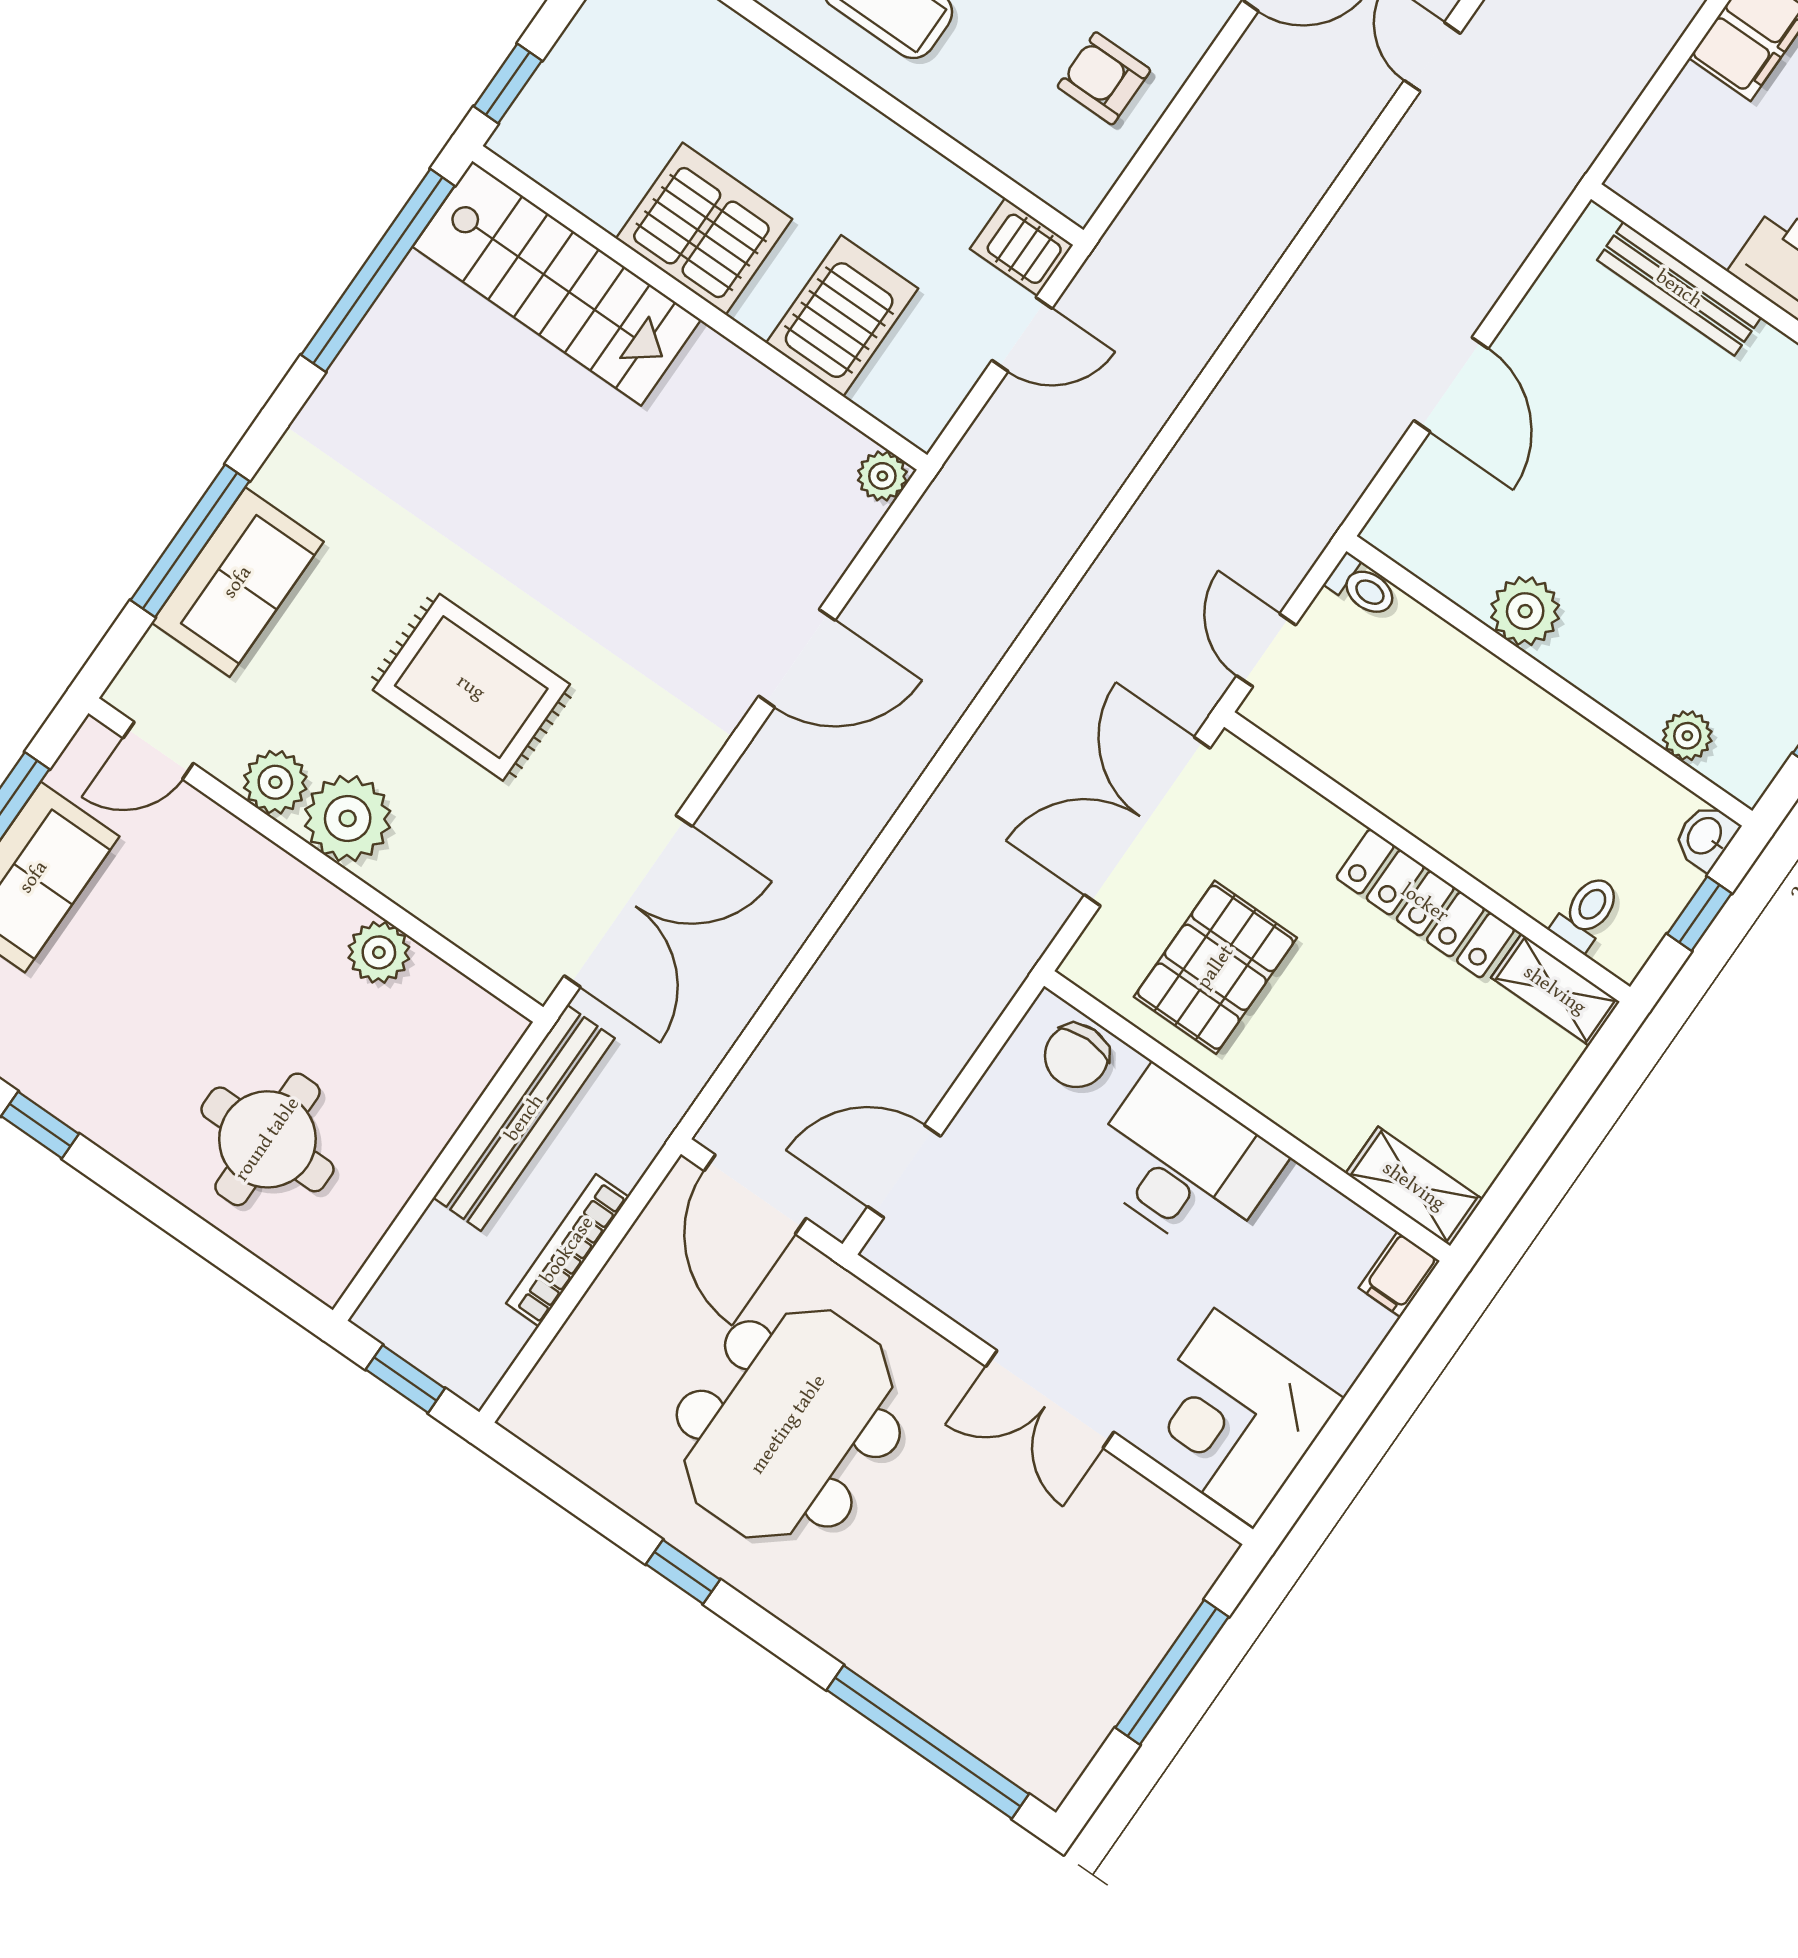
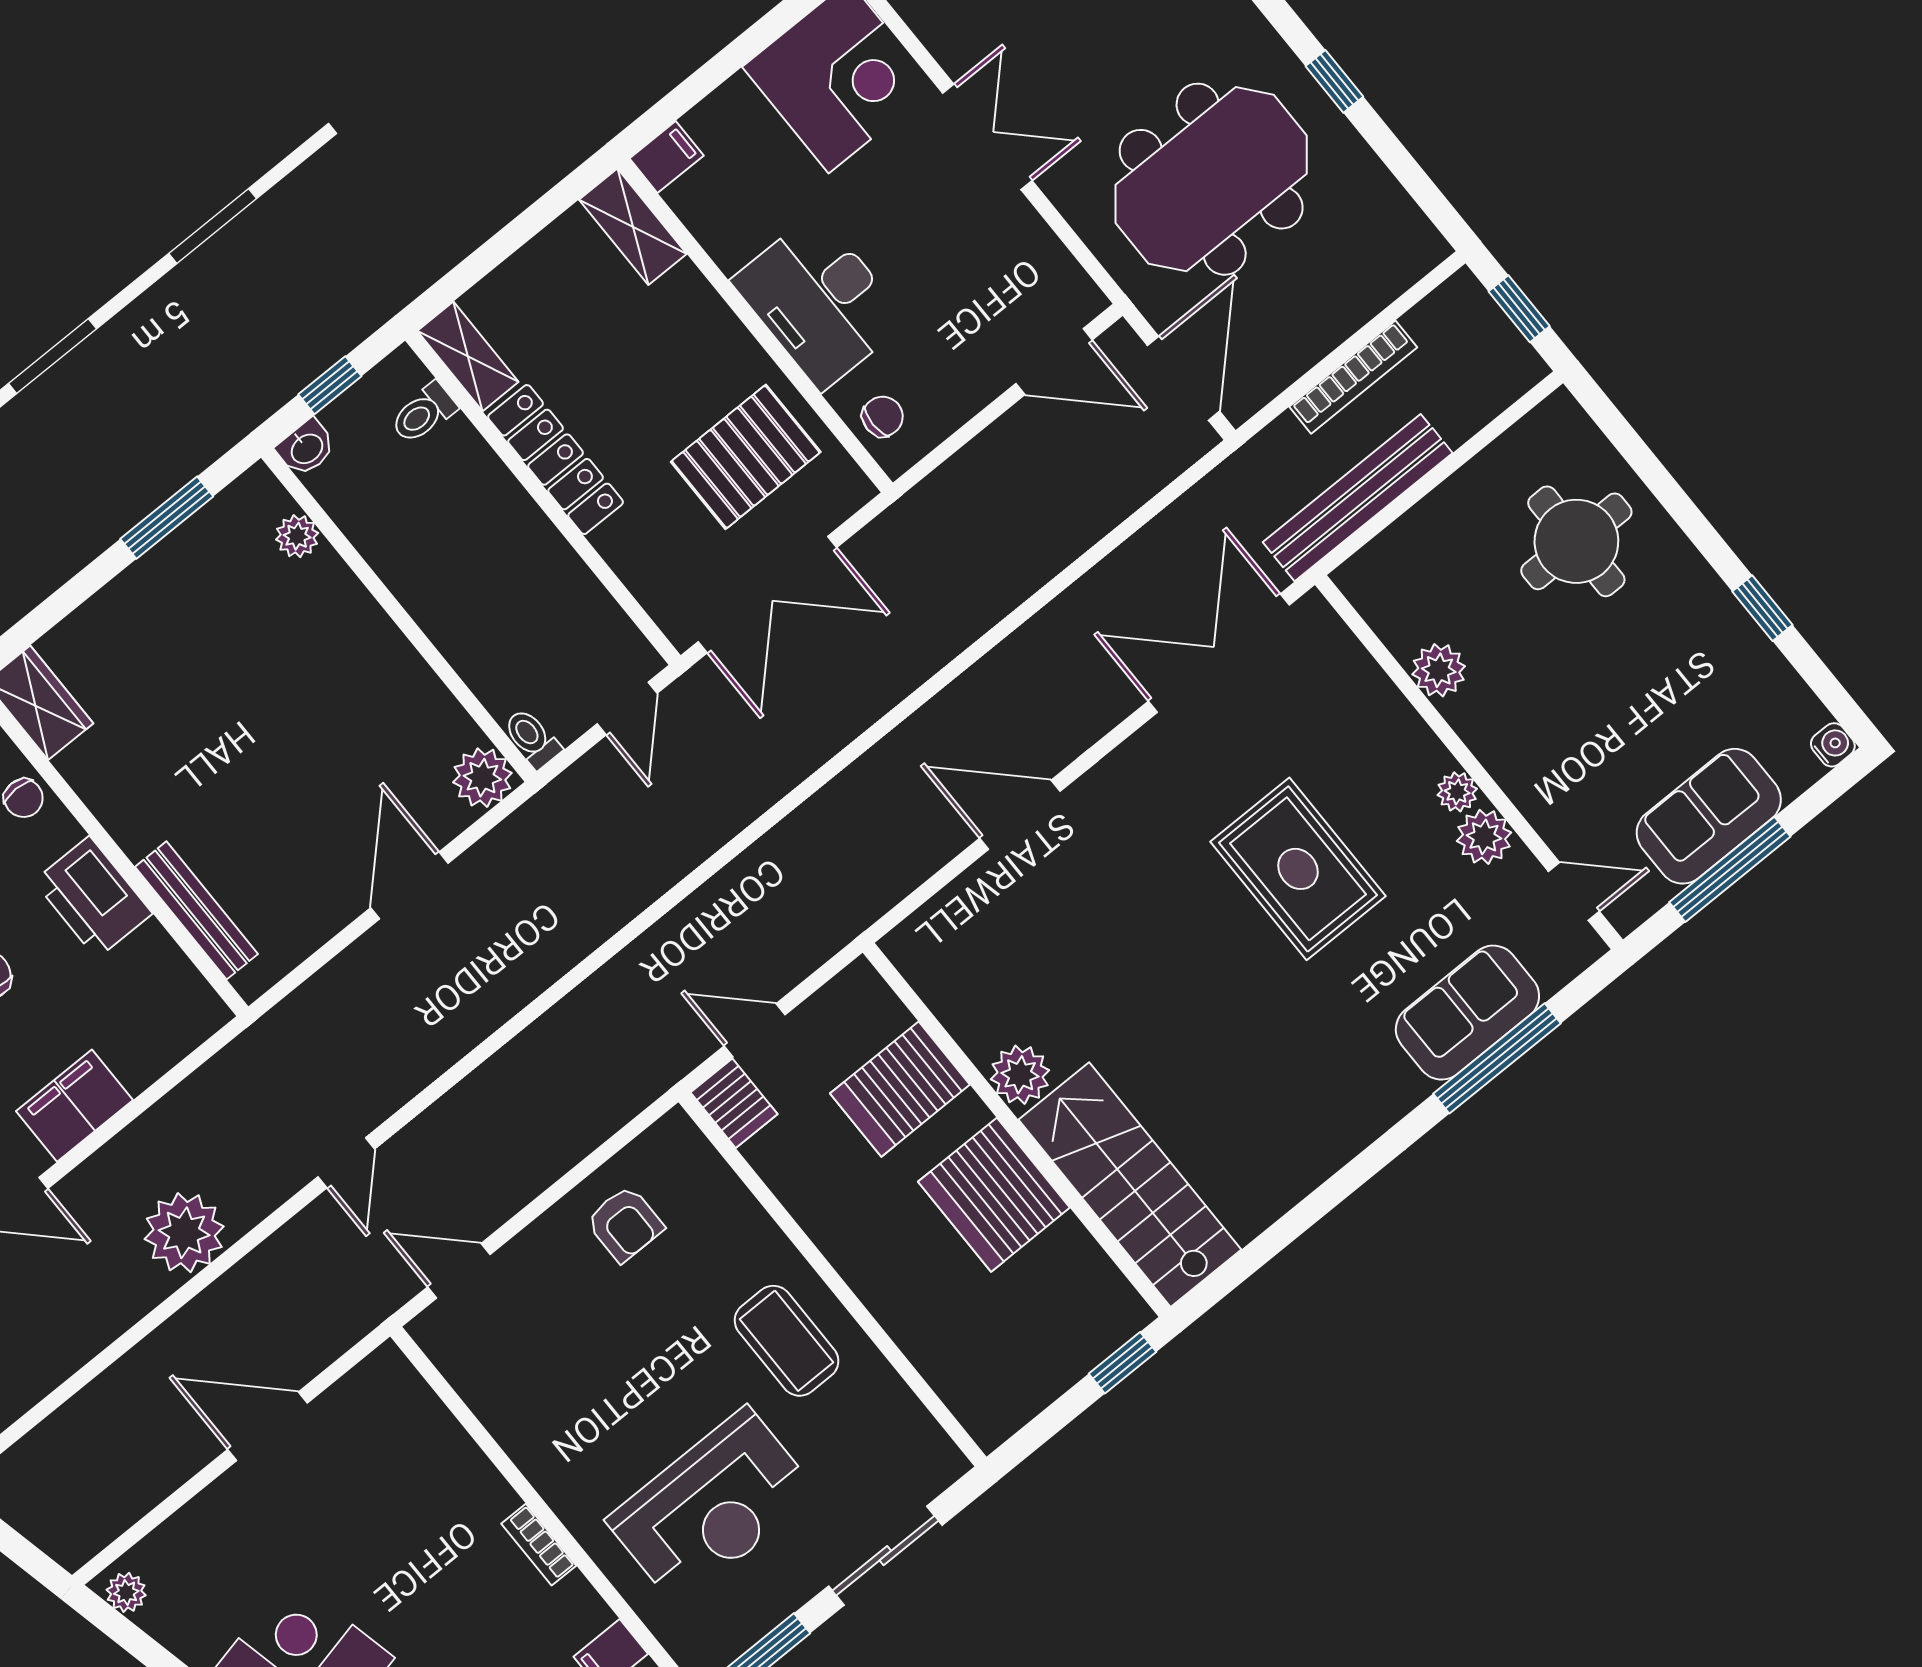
window: (378, 270) -> (1276, 1238), removed
plant: (882, 476) -> (1020, 1075), moved, width x1.38, depth x1.38
plant: (1525, 611) -> (482, 778), moved
plant: (348, 818) -> (1457, 792), width x0.53, depth x0.53
chair: (1076, 1056) -> (883, 417), width x0.73, depth x0.73

